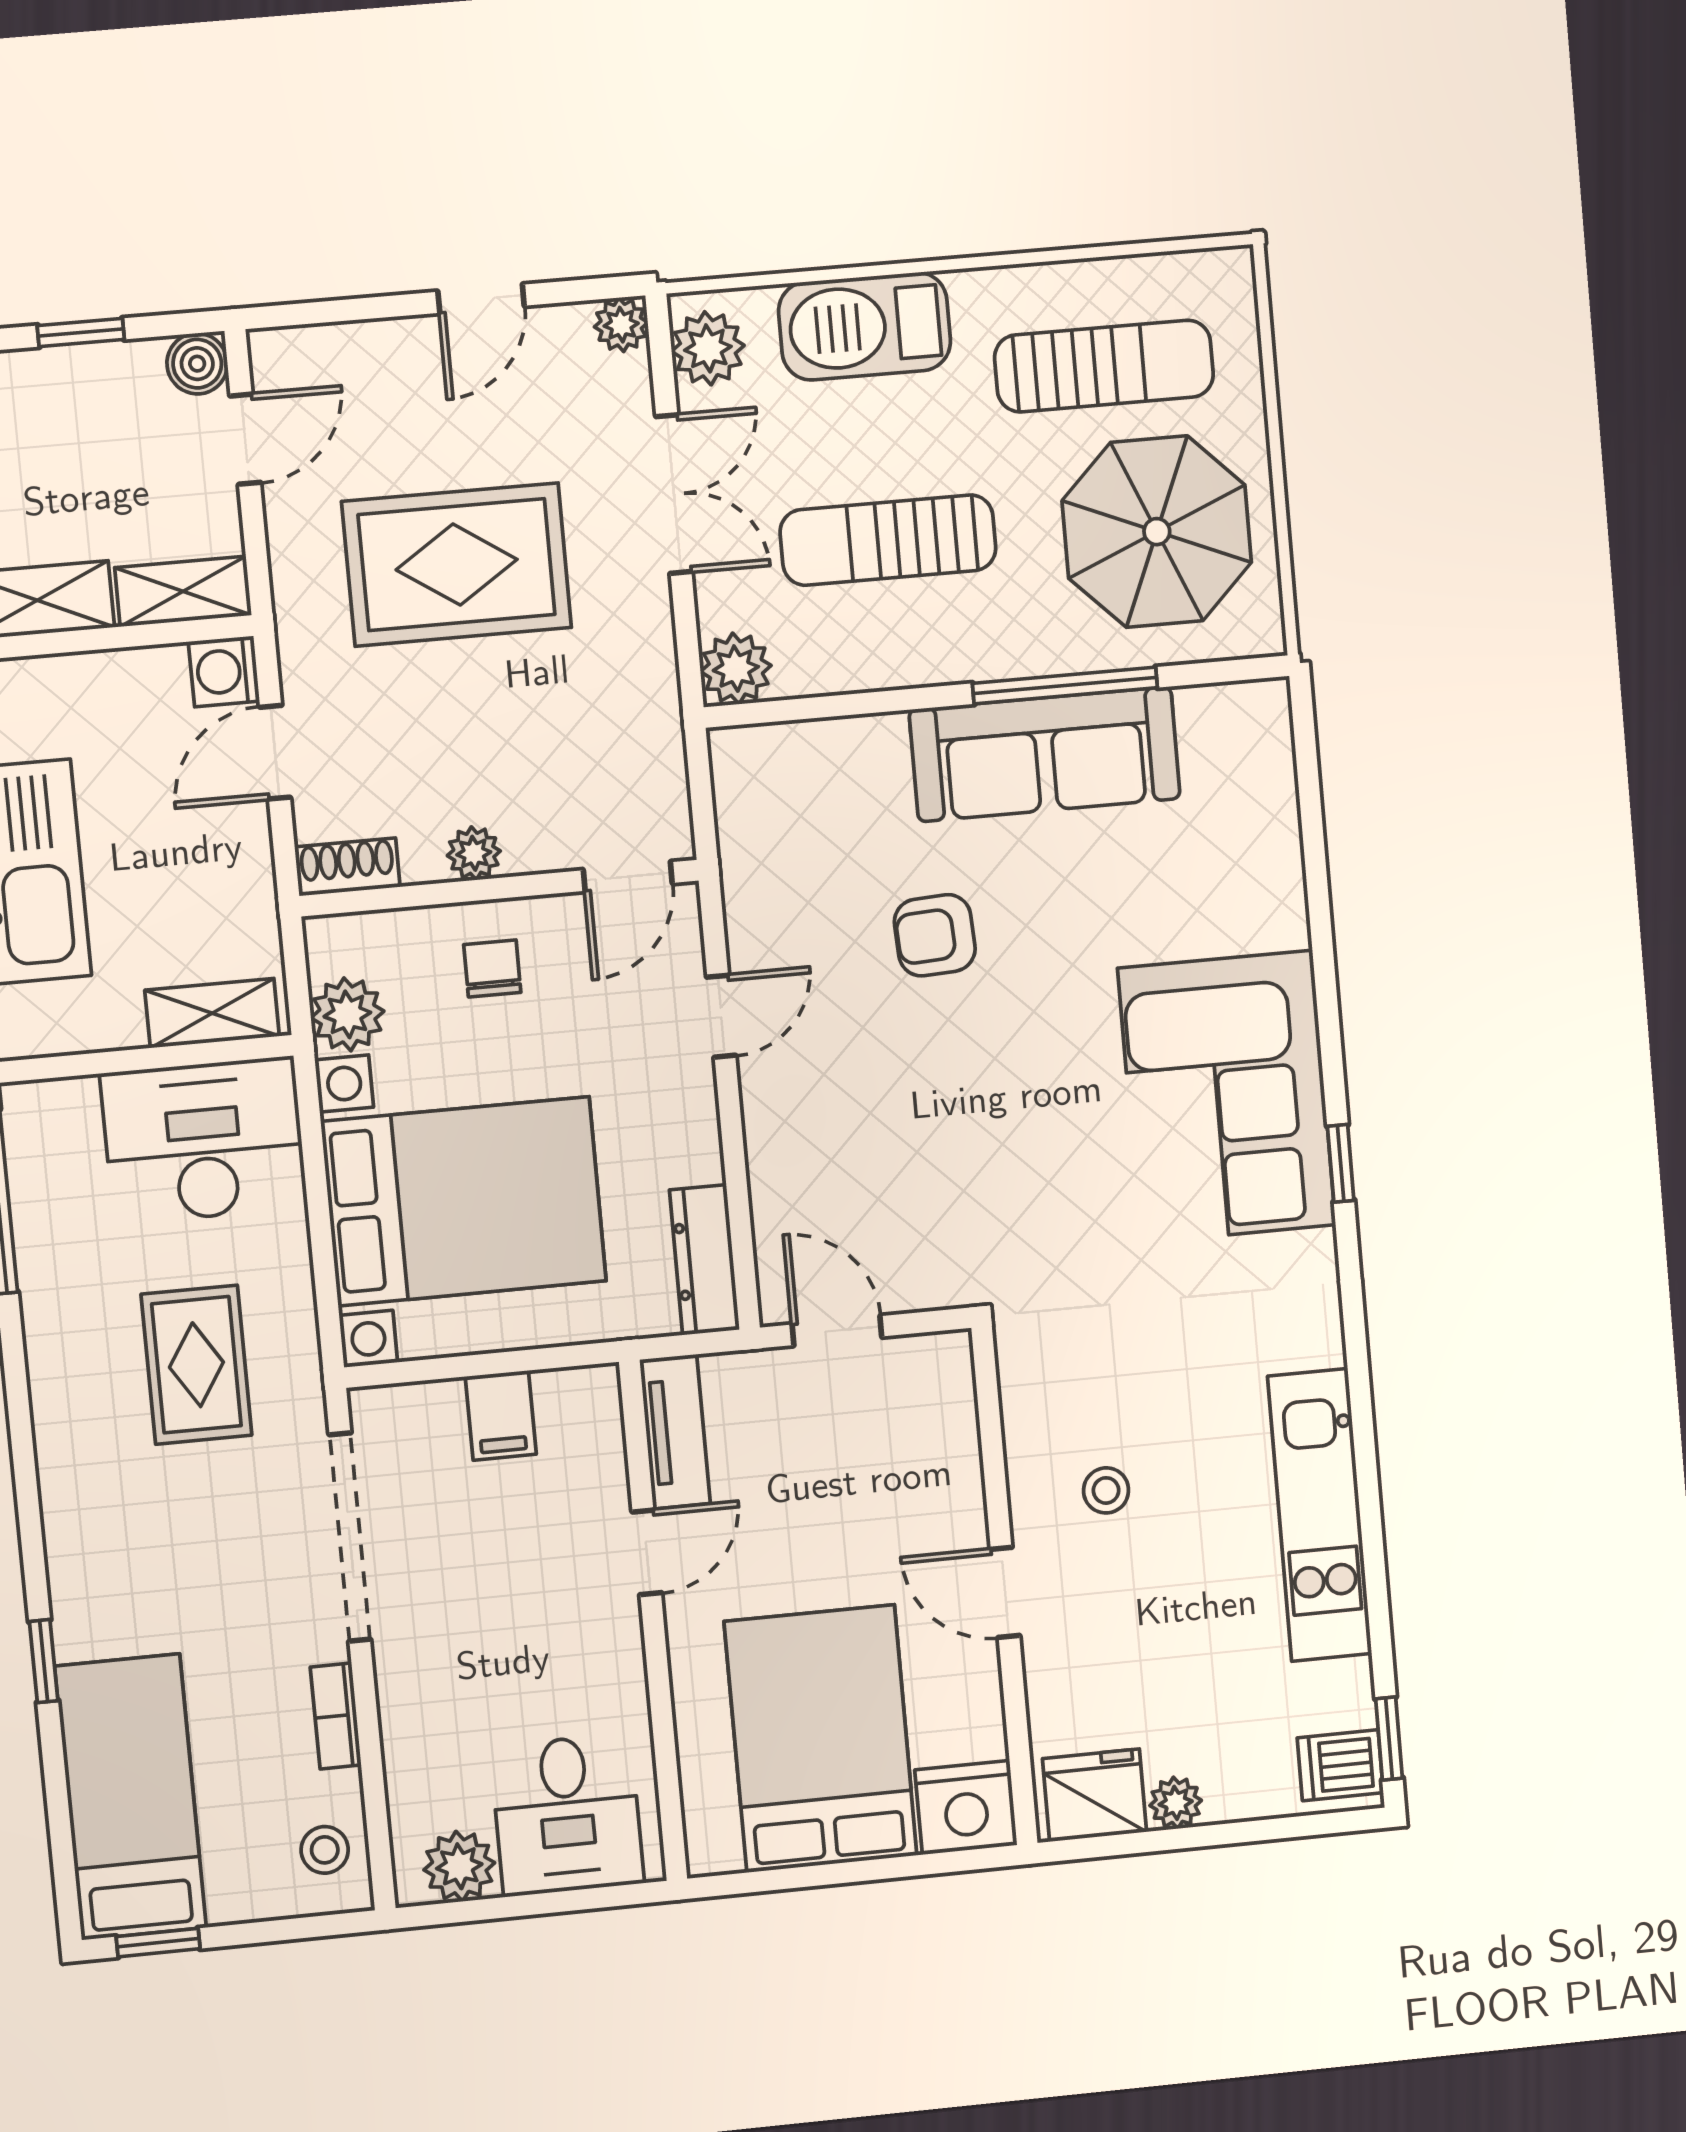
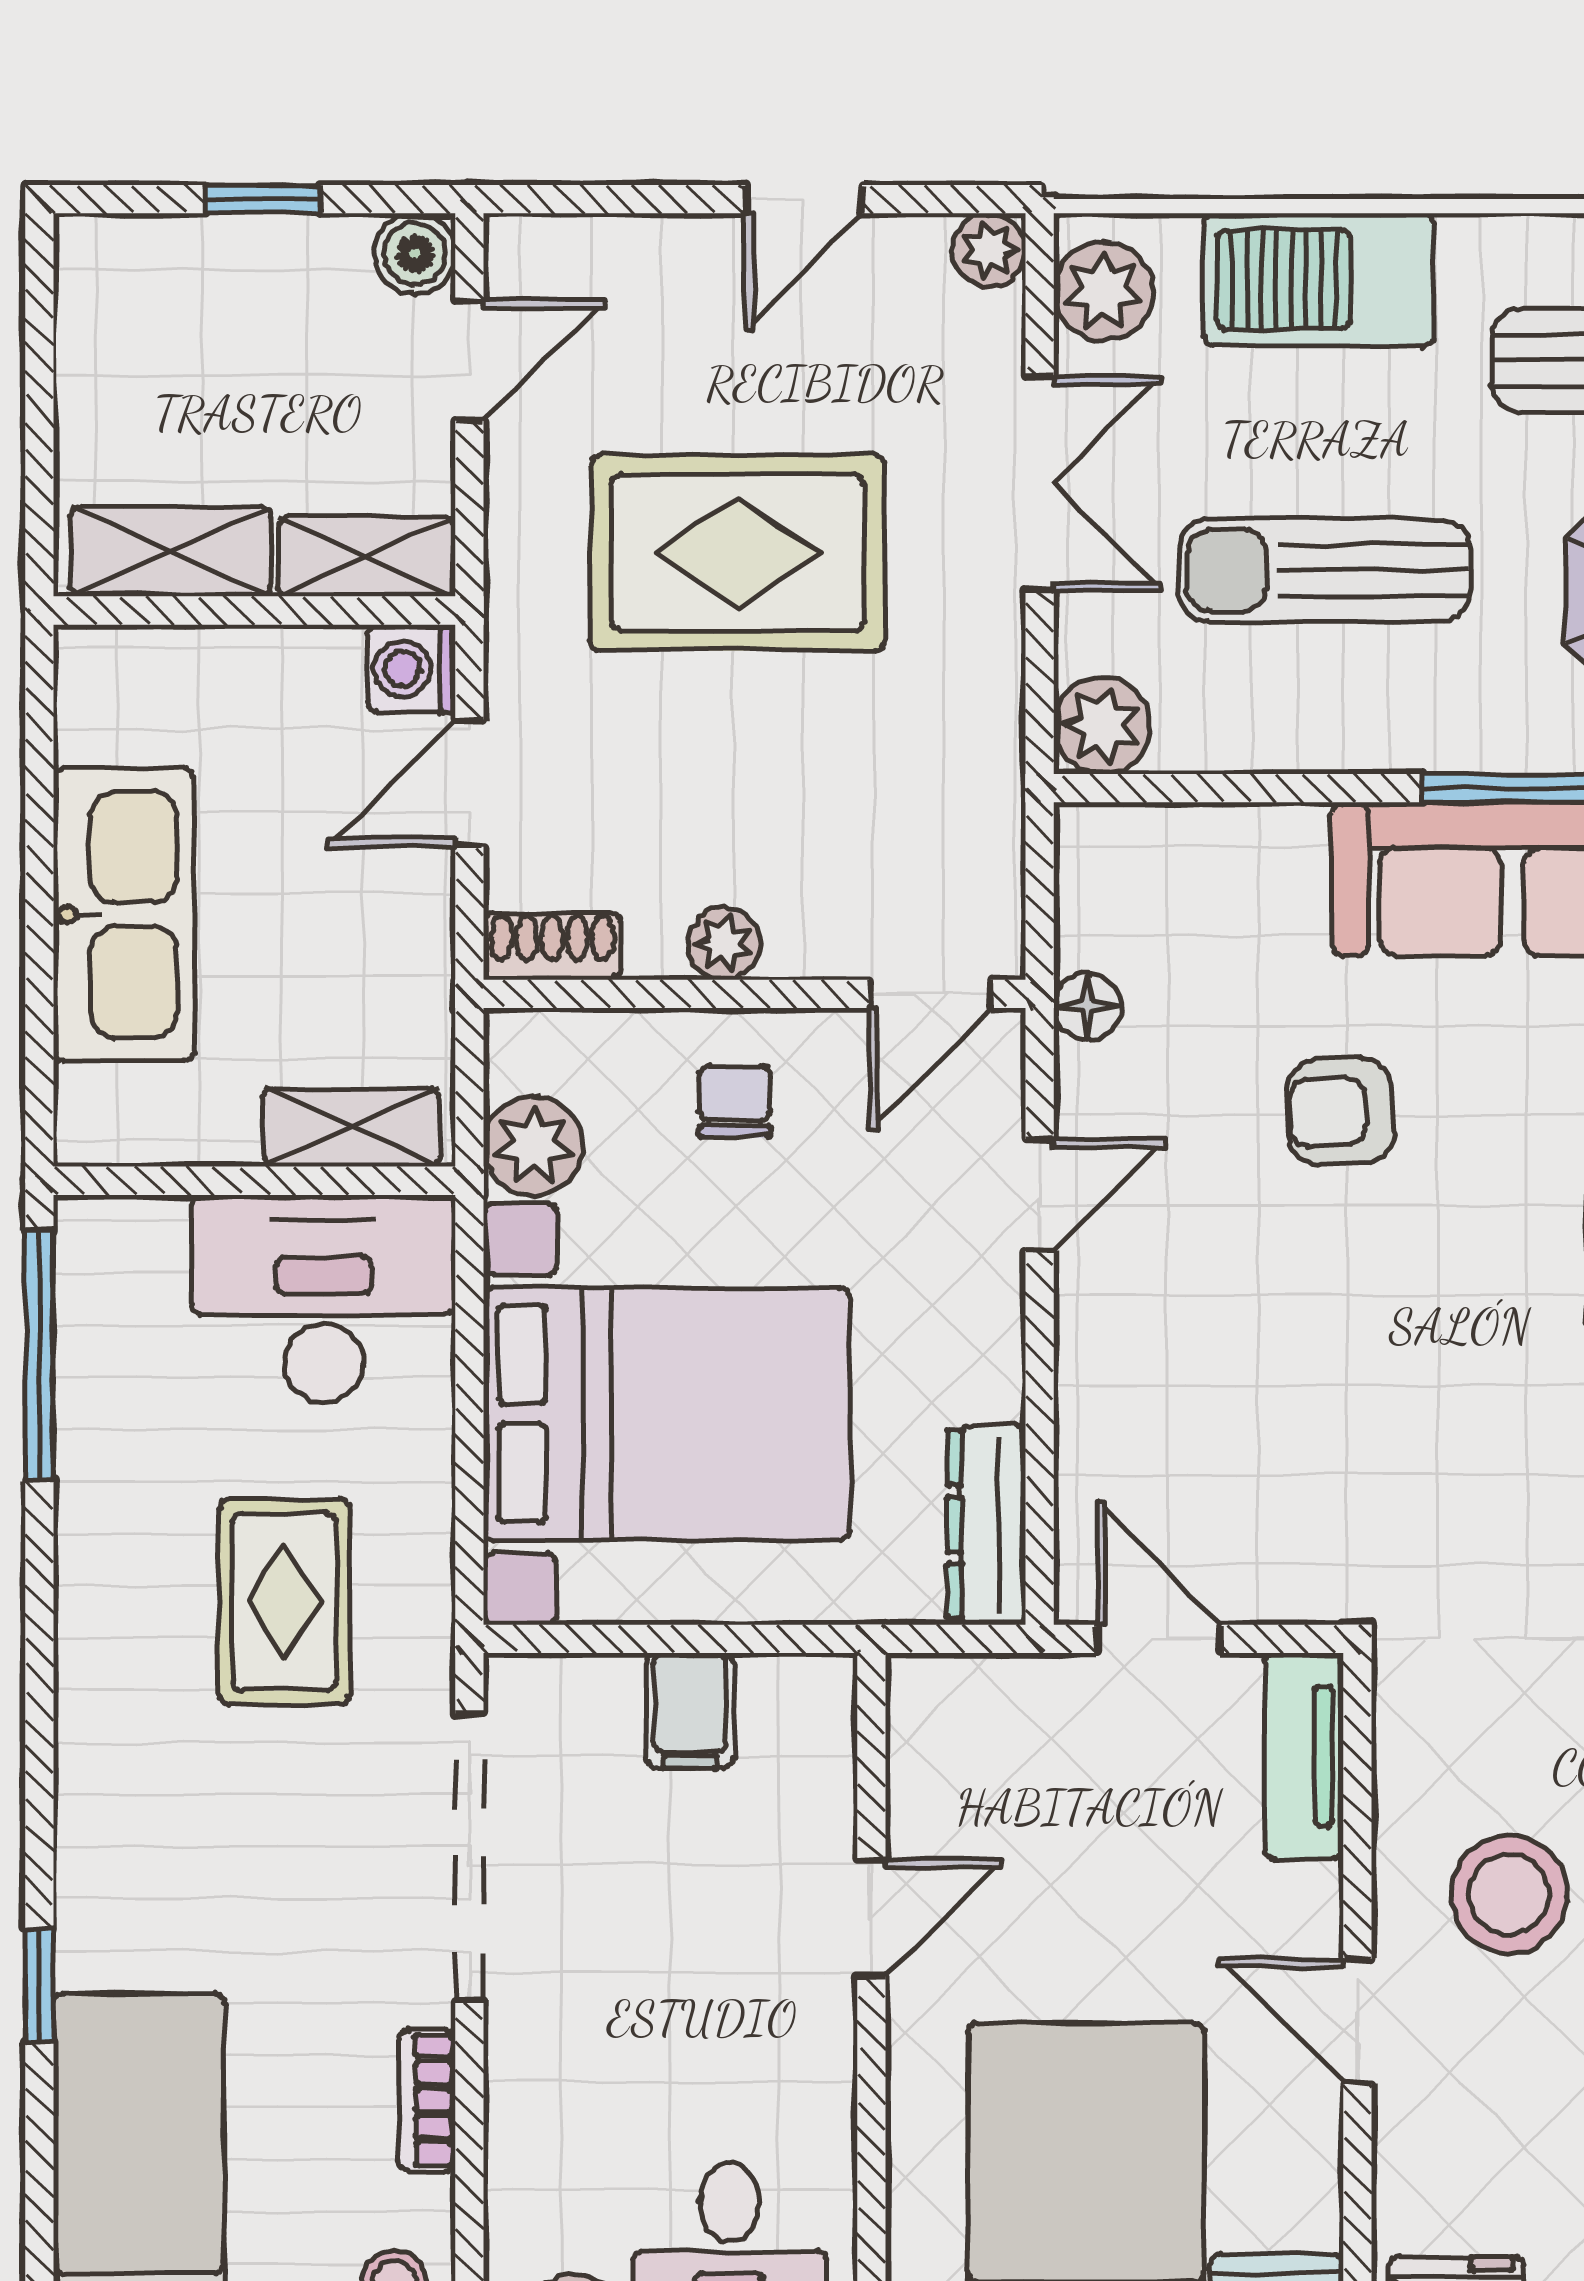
floor lamp: (744, 876) -> (1087, 1007), added
tv unit: (675, 1432) -> (1304, 1756), moved, turned 180
stool: (1106, 1490) -> (1509, 1894), width x1.89, depth x1.89

